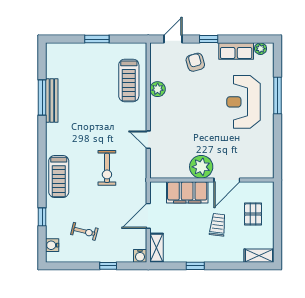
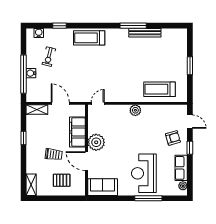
plant: (158, 89) -> (135, 110), moved
window: (42, 98) -> (133, 26), moved
reception desk: (244, 102) -> (144, 173), turned -90
door: (148, 140) -> (98, 103), moved
sofa: (262, 158) -> (103, 187), added
exercise bike: (107, 168) -> (95, 73), removed
water cooler: (140, 256) -> (31, 73), moved
window: (108, 266) -> (24, 74), width x3.17

